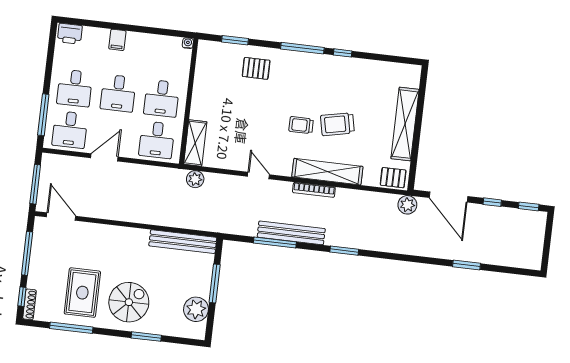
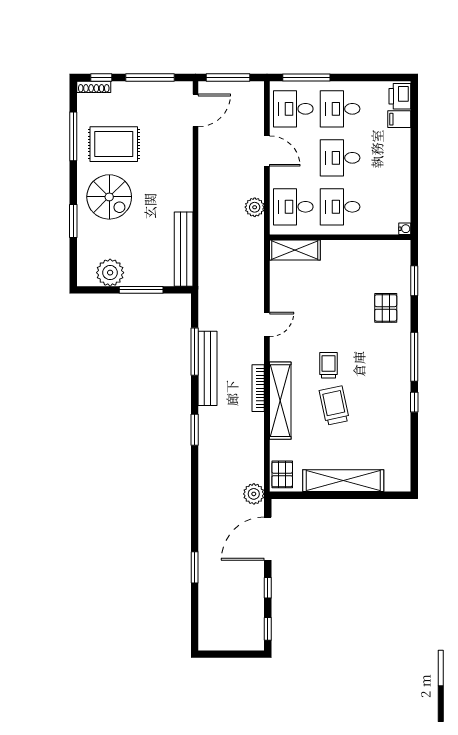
filing cabinet: (117, 40) -> (399, 119), moved
plant: (195, 179) -> (255, 207), moved

